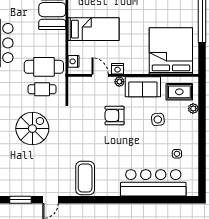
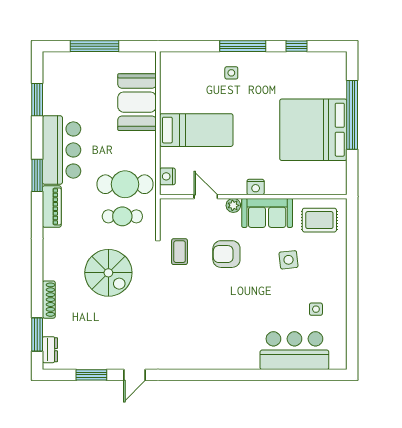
bed: (171, 51) -> (313, 130), moved, turned -90
nightstand: (118, 69) -> (256, 187), moved
plant: (193, 109) -> (339, 244), removed
spiral stairs: (32, 129) -> (108, 273), turned 90
coffee table: (85, 178) -> (180, 252), moved, width x0.54, depth x0.58
bar counter: (153, 183) -> (294, 351), width x0.73

